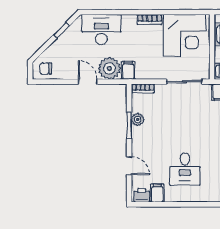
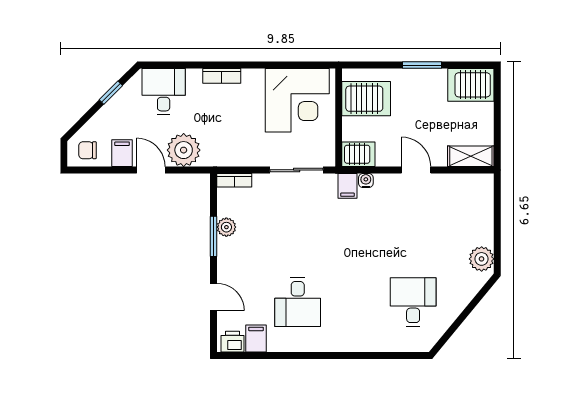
bookcase: (150, 19) -> (222, 76), moved
desk: (101, 30) -> (164, 92), width x0.73
filing cabinet: (128, 70) -> (122, 153), moved

